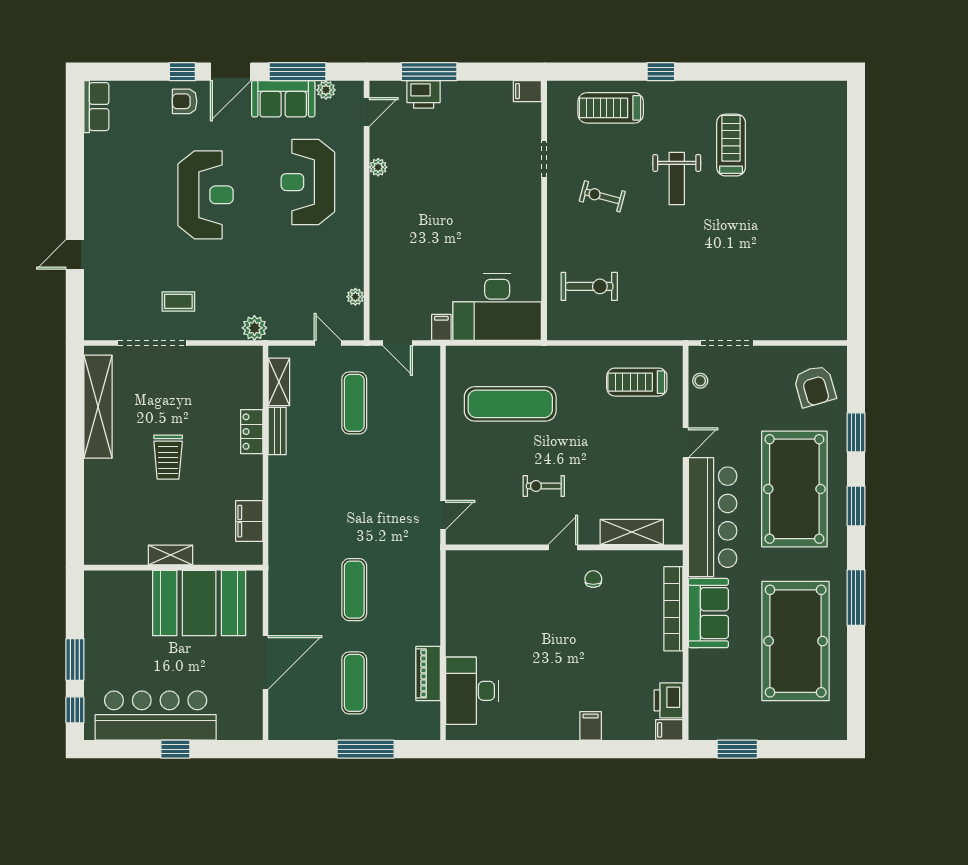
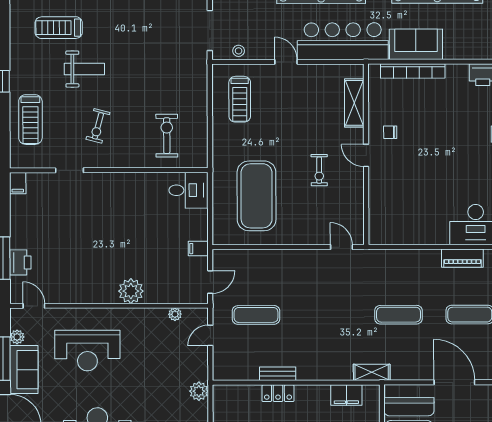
plant: (378, 167) -> (131, 291), moved, width x1.87, depth x1.87
desk: (497, 307) -> (188, 190), width x0.53, depth x0.77
shelving: (279, 382) -> (372, 372), moved
exercise mat: (510, 404) -> (257, 196), width x1.47

